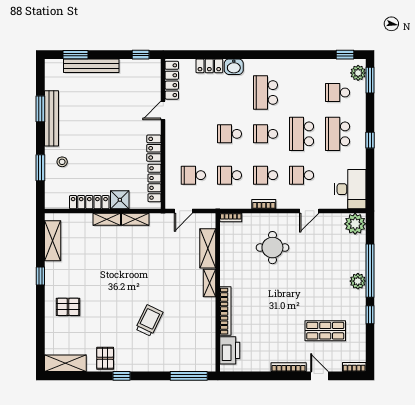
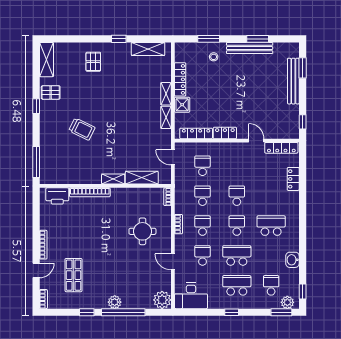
washbasin: (234, 67) -> (292, 260), moved

